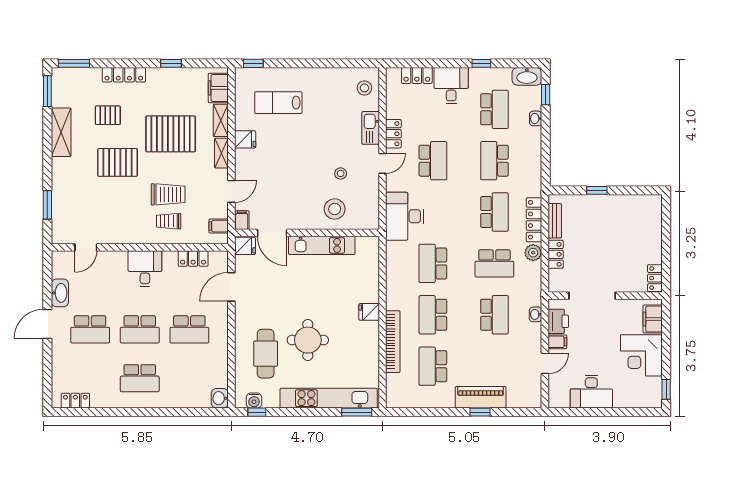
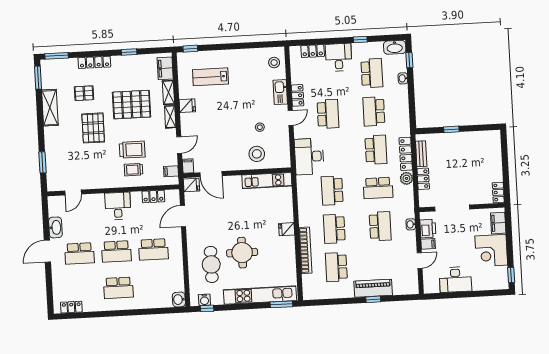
pallet: (118, 162) -> (93, 128), turned 90
kitchen unit: (322, 245) -> (267, 181), moved

